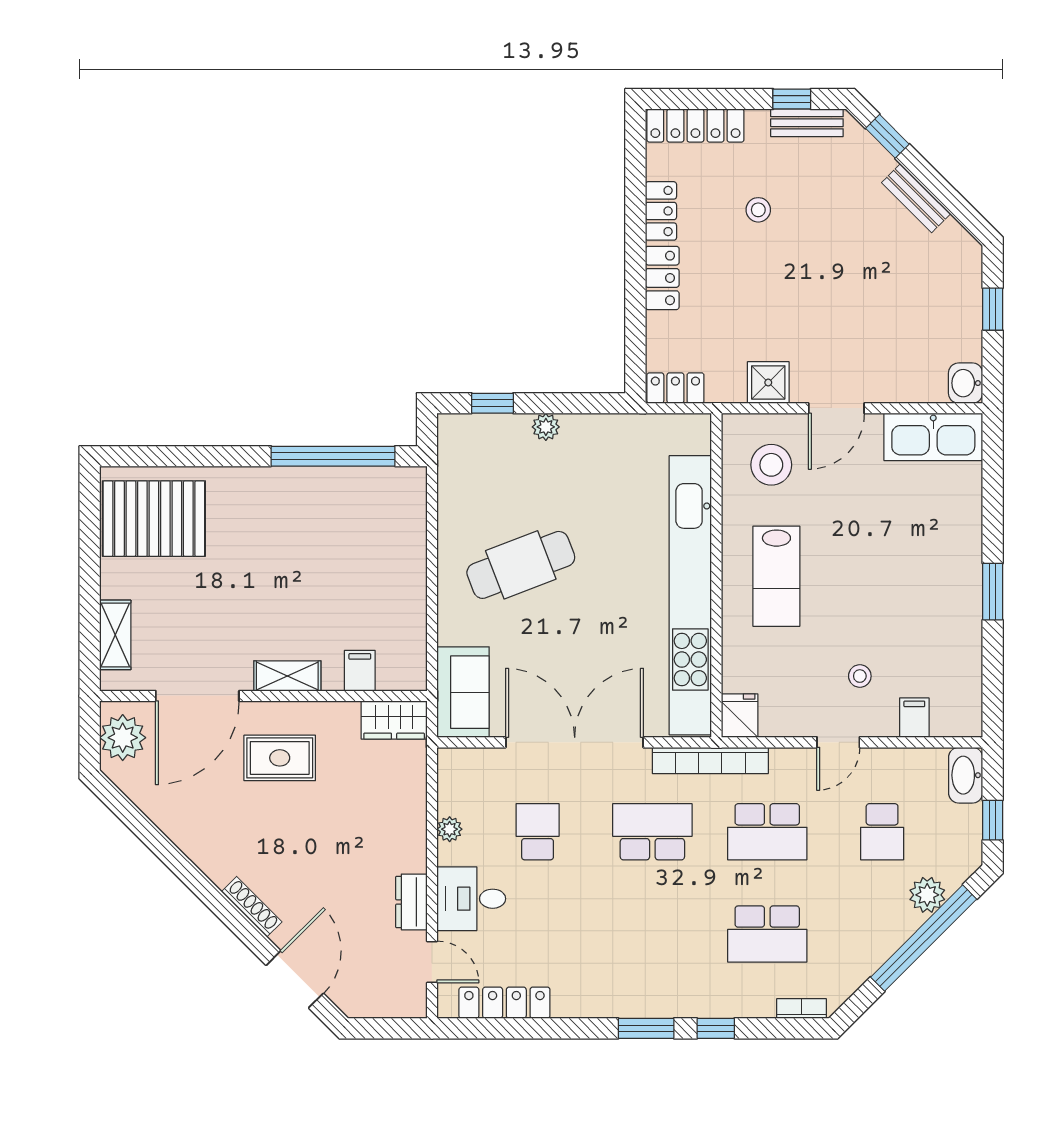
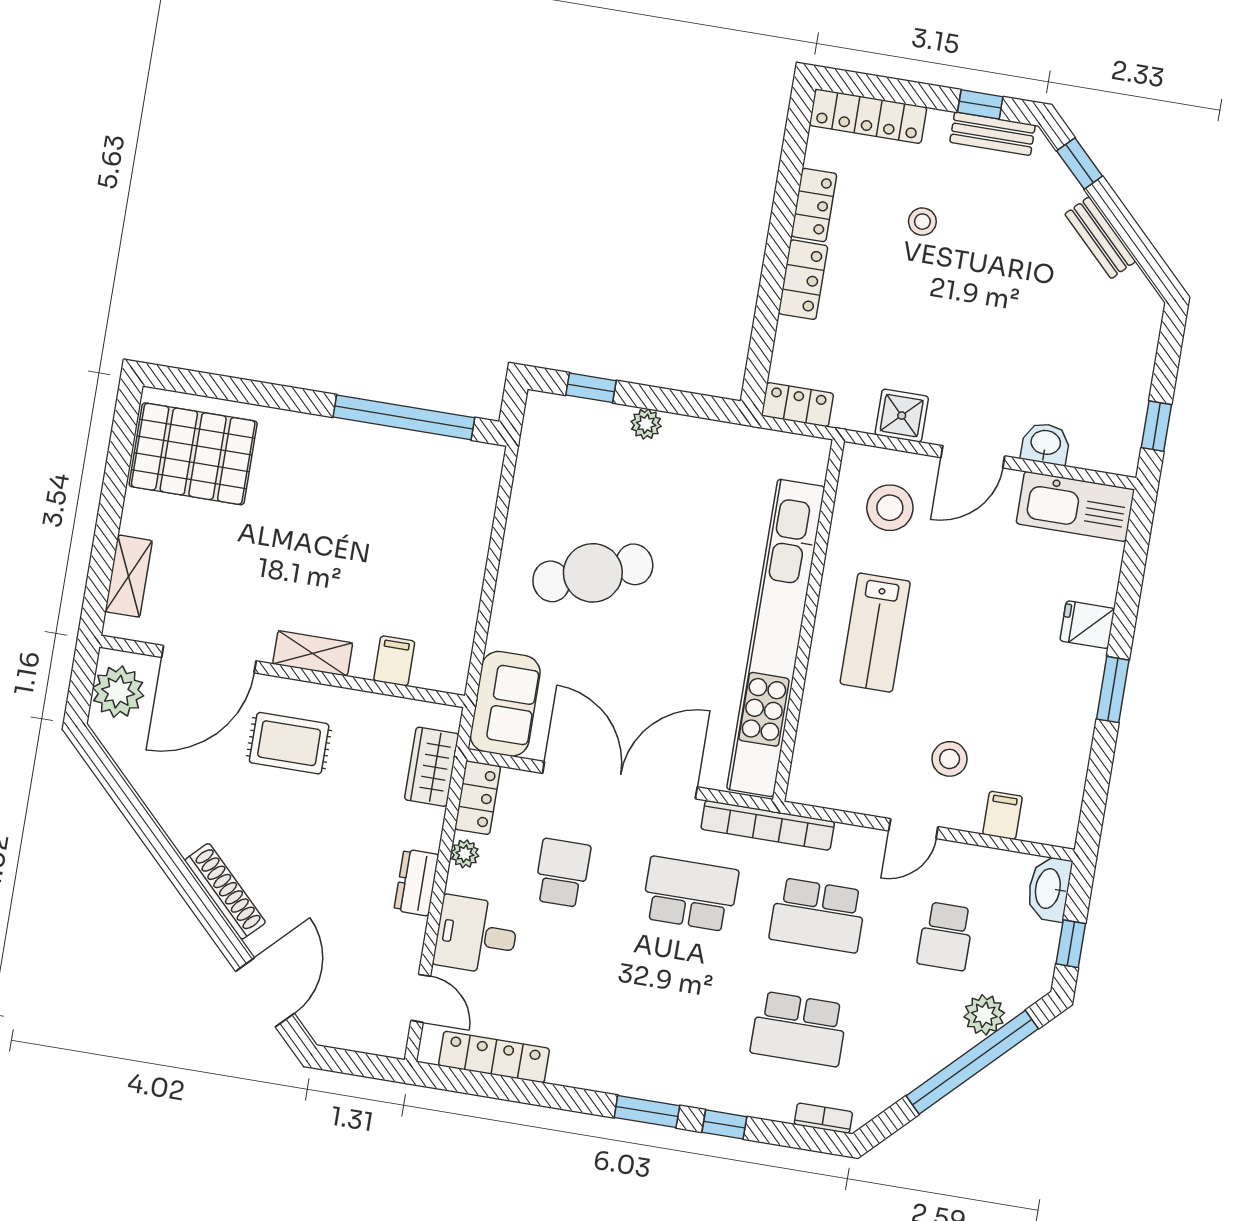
window: (993, 309) -> (1156, 426), moved
washbasin: (966, 383) -> (1046, 444), moved, turned 90
stool: (860, 676) -> (950, 759), width x1.37, depth x1.37
fridge: (740, 716) -> (1087, 625), moved, turned -90
wardrobe: (394, 720) -> (432, 767), moved, turned 90
locker: (453, 778) -> (478, 798), added
dresser: (411, 902) -> (416, 882), moved
shoe rack: (252, 907) -> (225, 891), width x1.36, depth x1.24

